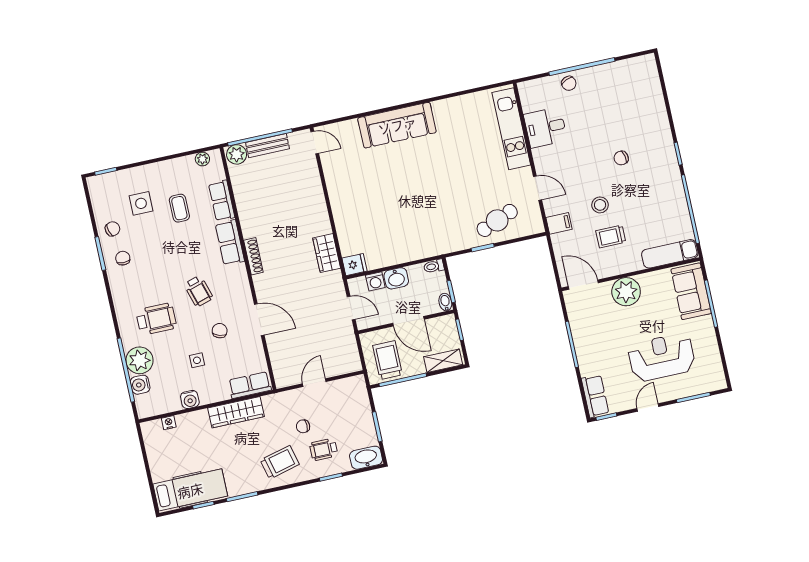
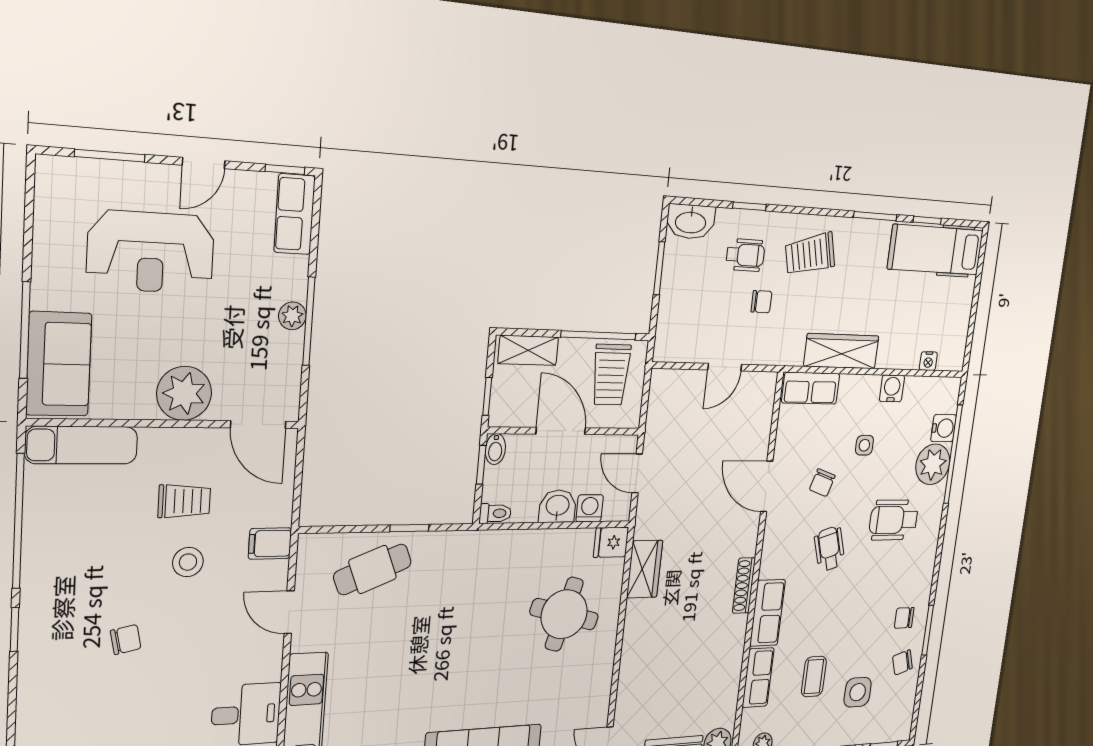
round table: (371, 217) -> (564, 614), added
chair: (123, 258) -> (904, 618), turned 90
plant: (581, 345) -> (292, 316), added

